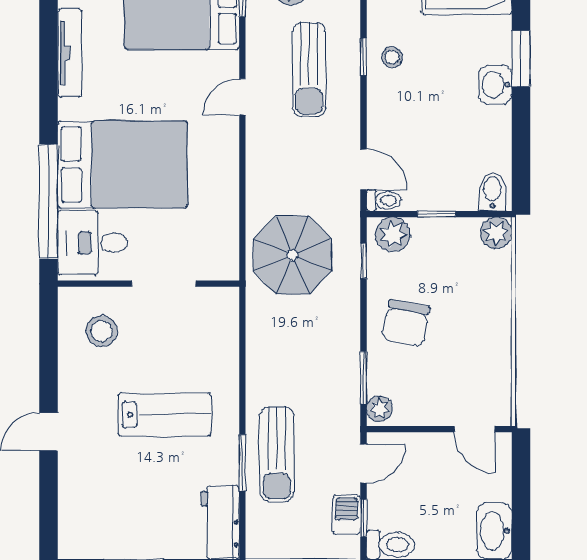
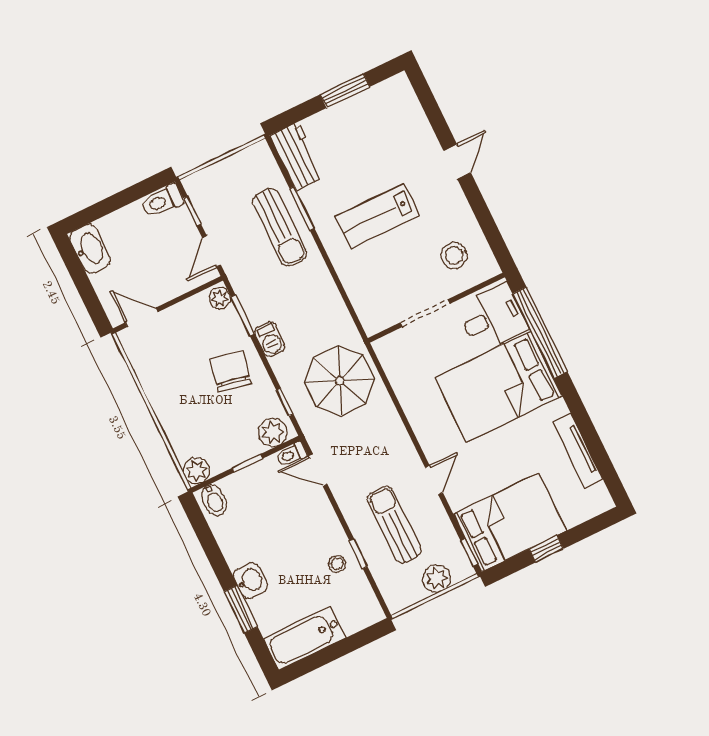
sun lounger: (277, 454) -> (279, 227), turned 180
barbecue: (347, 515) -> (270, 339), moved

